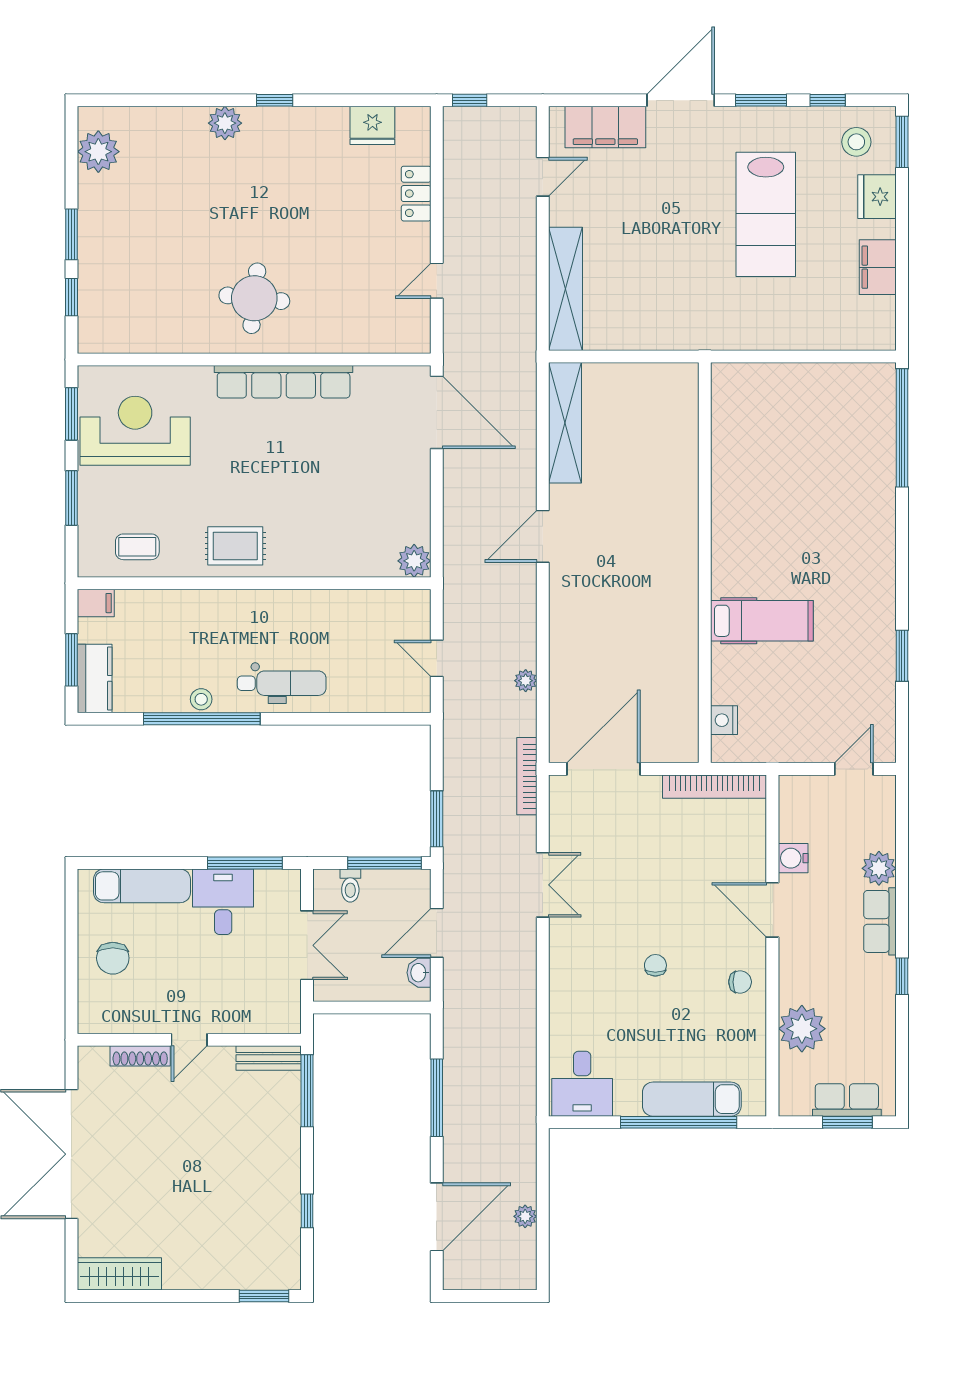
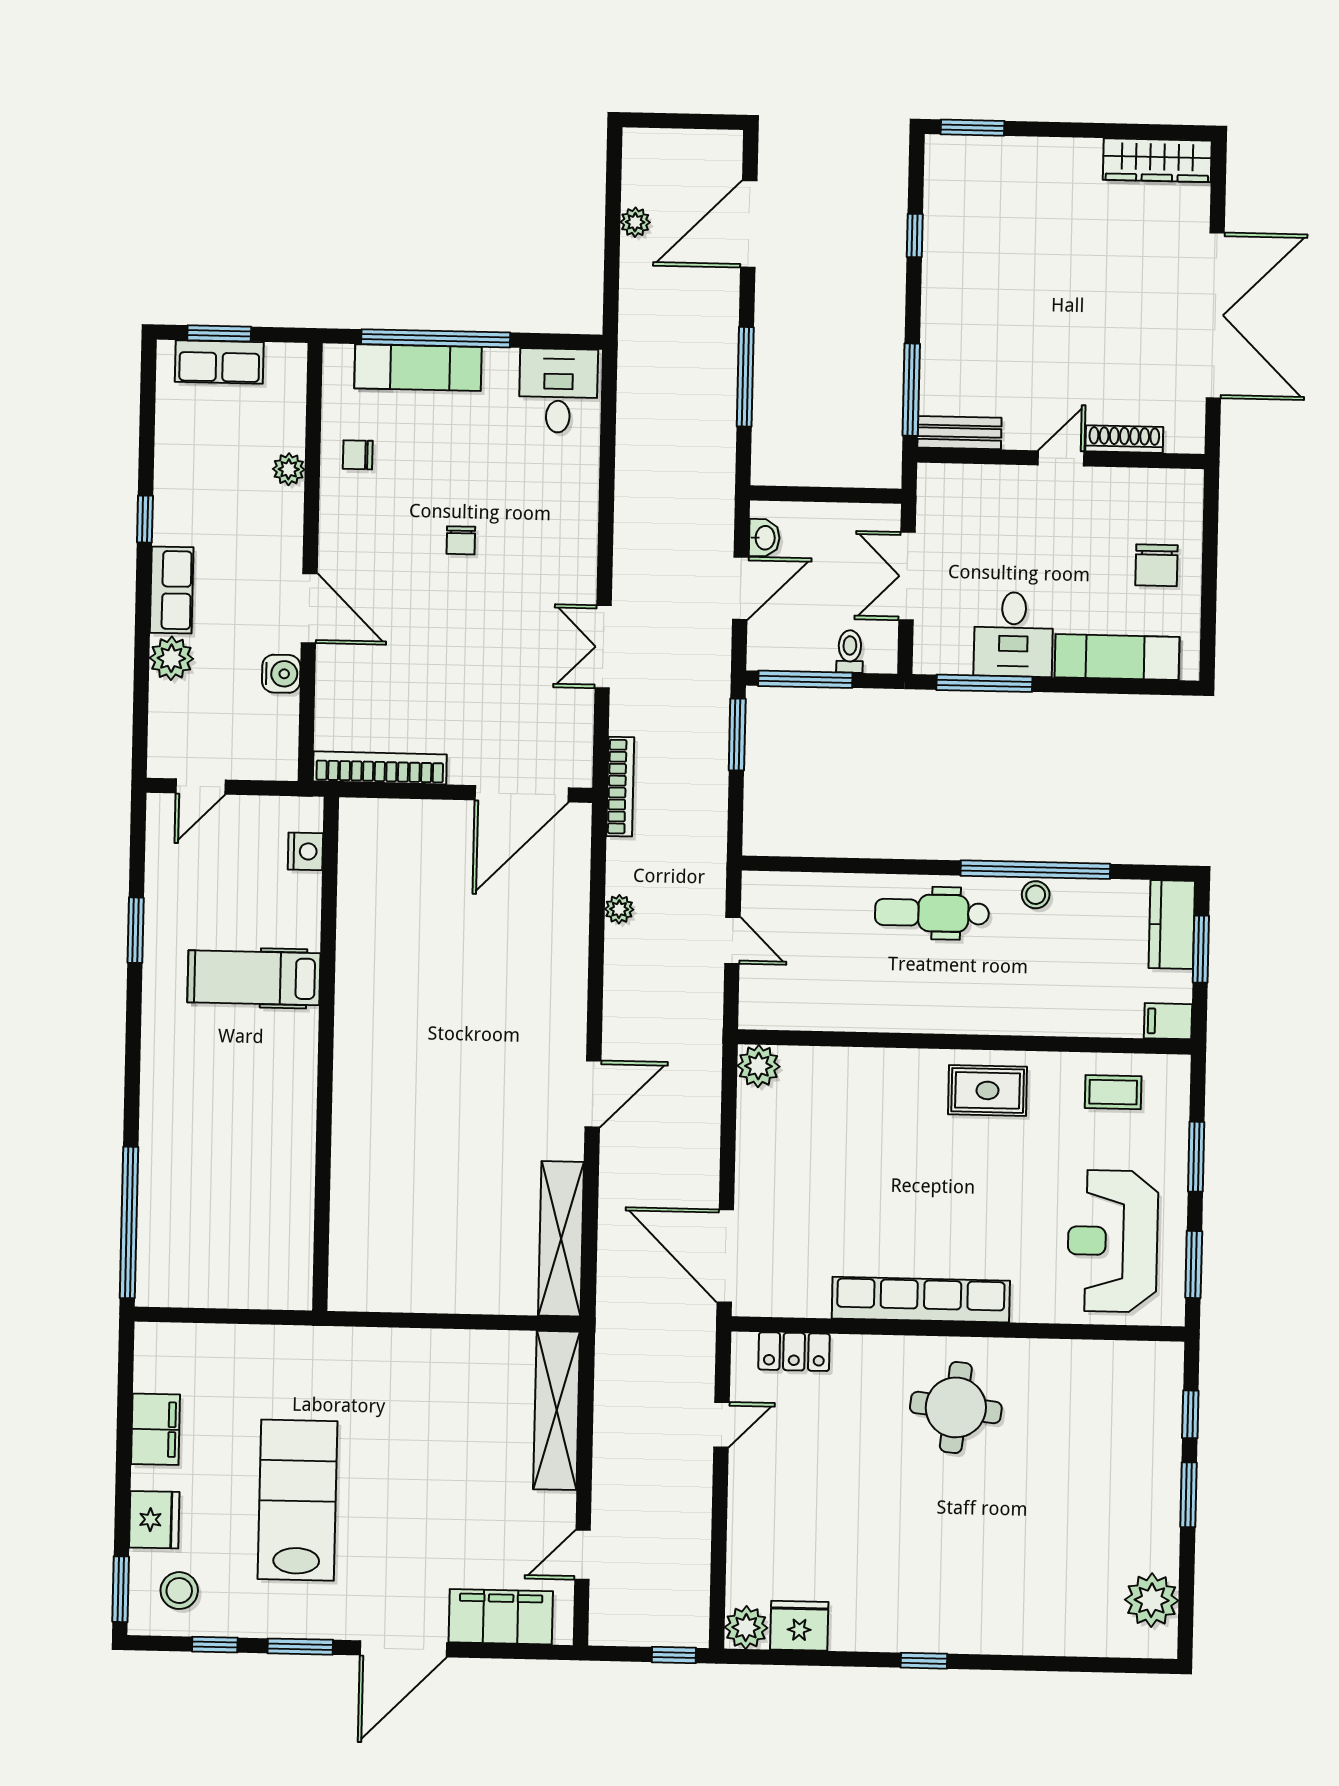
plant: (225, 123) -> (746, 1628), moved
locker: (416, 194) -> (794, 1352), moved, turned 90
reception desk: (135, 431) -> (1113, 1241), turned 90
wall: (705, 563) -> (326, 1054), moved
hospital bed: (762, 621) -> (254, 978), moved
nightstand: (724, 720) -> (305, 851), moved
chair: (113, 958) -> (1157, 565), turned 180
chair: (740, 982) -> (358, 455), moved
plant: (802, 1029) -> (289, 469), width x0.53, depth x0.53

